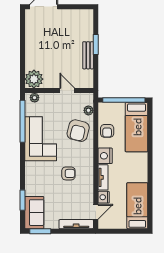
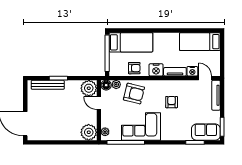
bench: (88, 55) -> (48, 85), moved, width x1.36
plant: (84, 79) -> (89, 88), added
door: (67, 91) -> (99, 103), hinge flipped
floor lamp: (88, 99) -> (106, 85), added

